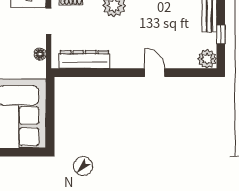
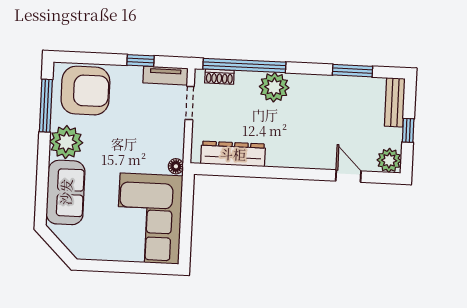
floor lamp: (40, 54) -> (176, 166), moved
door: (155, 73) -> (348, 176), moved

